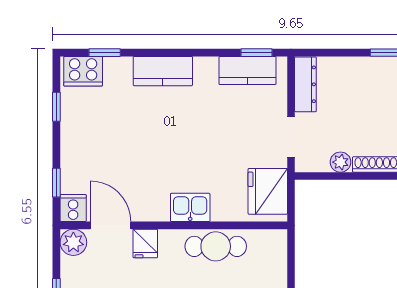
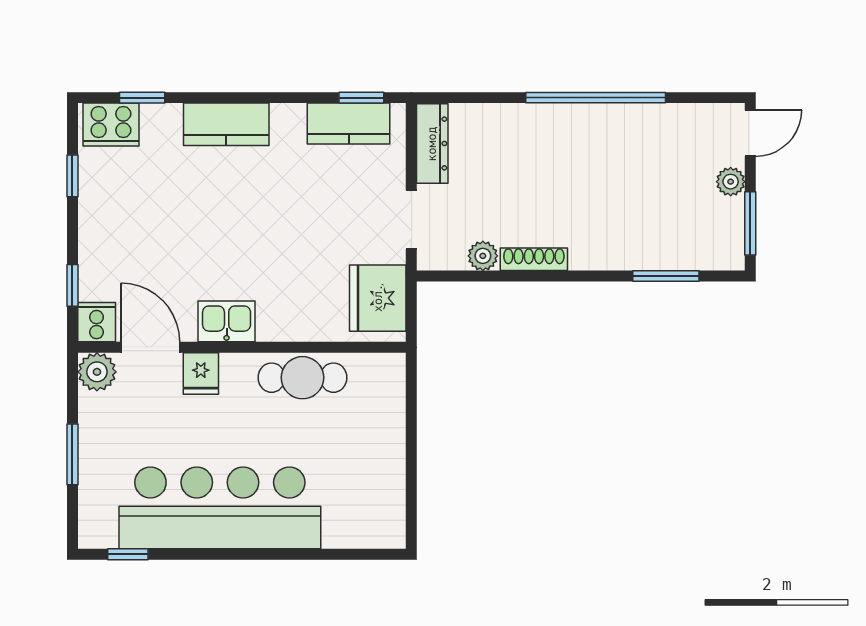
kitchen sink: (190, 207) -> (227, 321), moved

